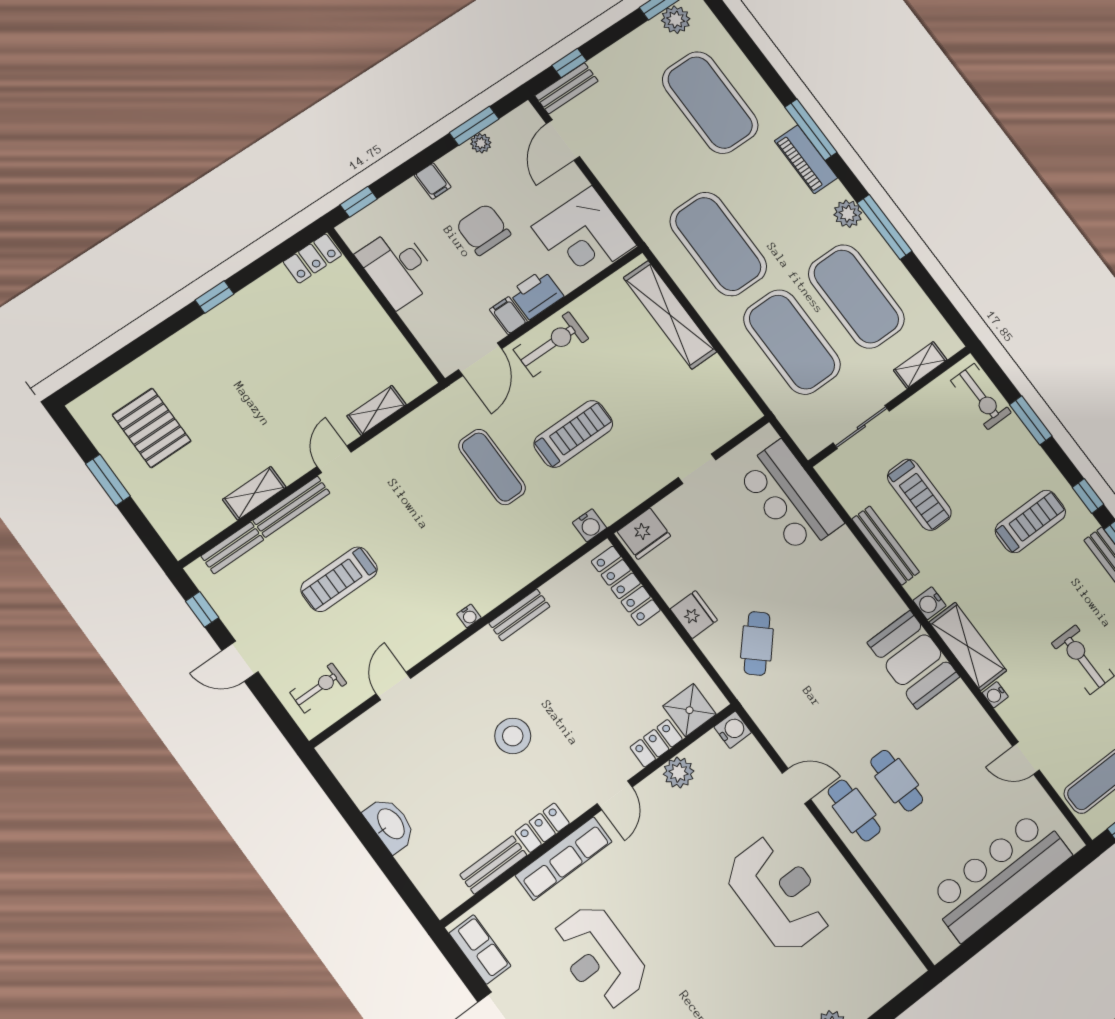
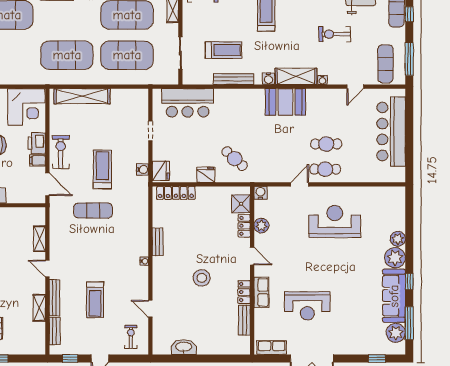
water cooler: (590, 525) -> (142, 169), moved
washbasin: (390, 824) -> (184, 347), moved
row of seats: (564, 859) -> (261, 292), width x0.68

